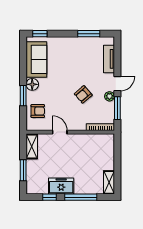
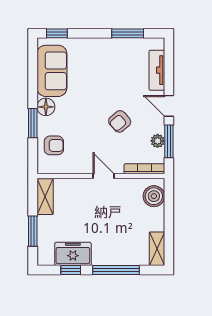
door: (117, 84) -> (169, 106), swing flipped
plant: (109, 96) -> (158, 141), moved
door: (60, 132) -> (103, 176), moved
boiler: (107, 146) -> (154, 196), added
freezer: (61, 186) -> (73, 254), moved

